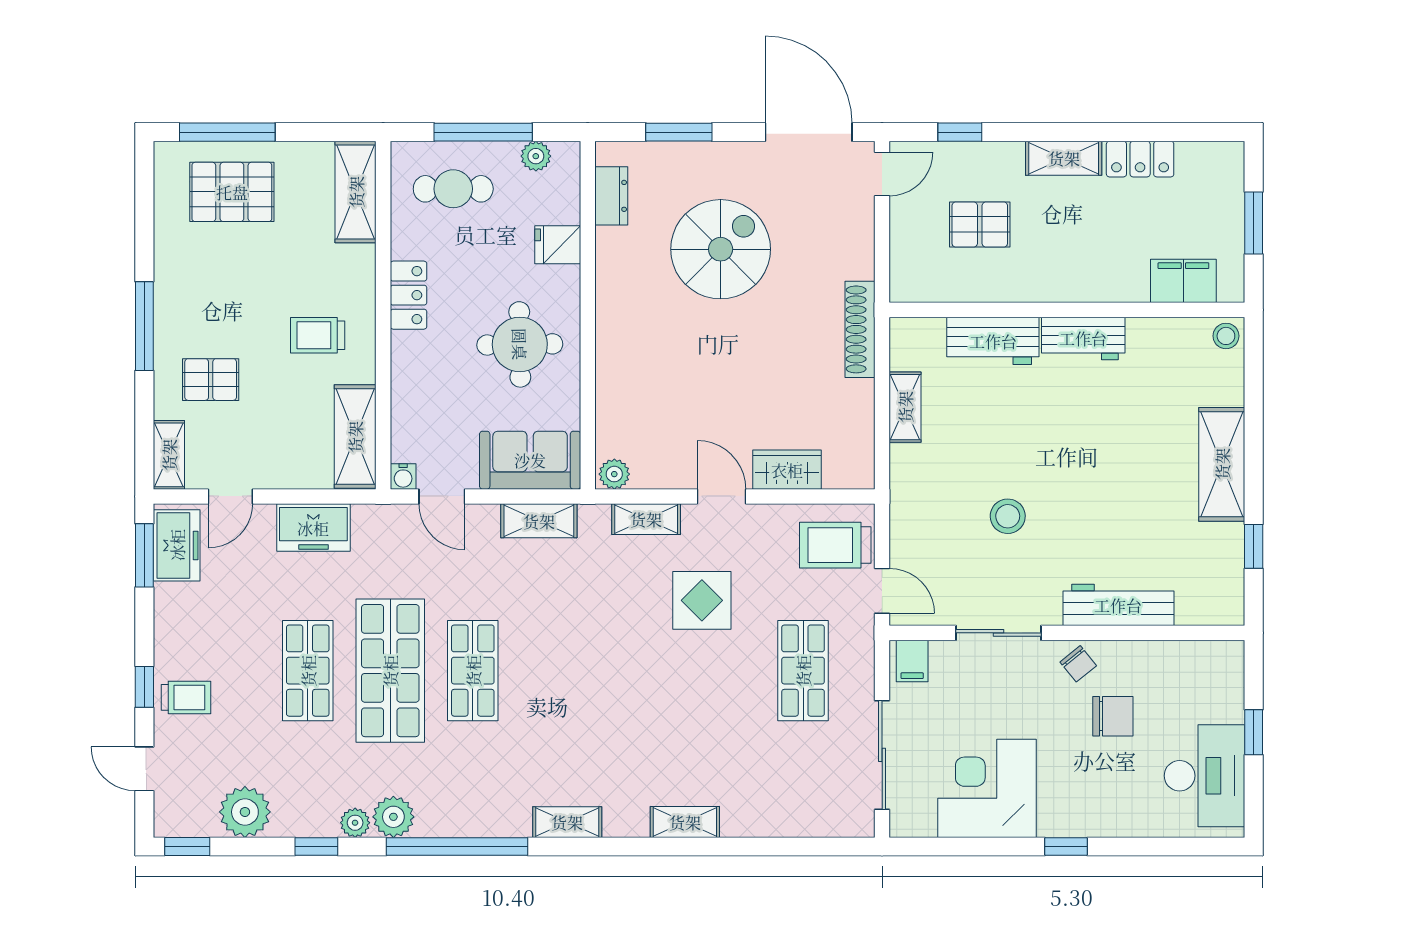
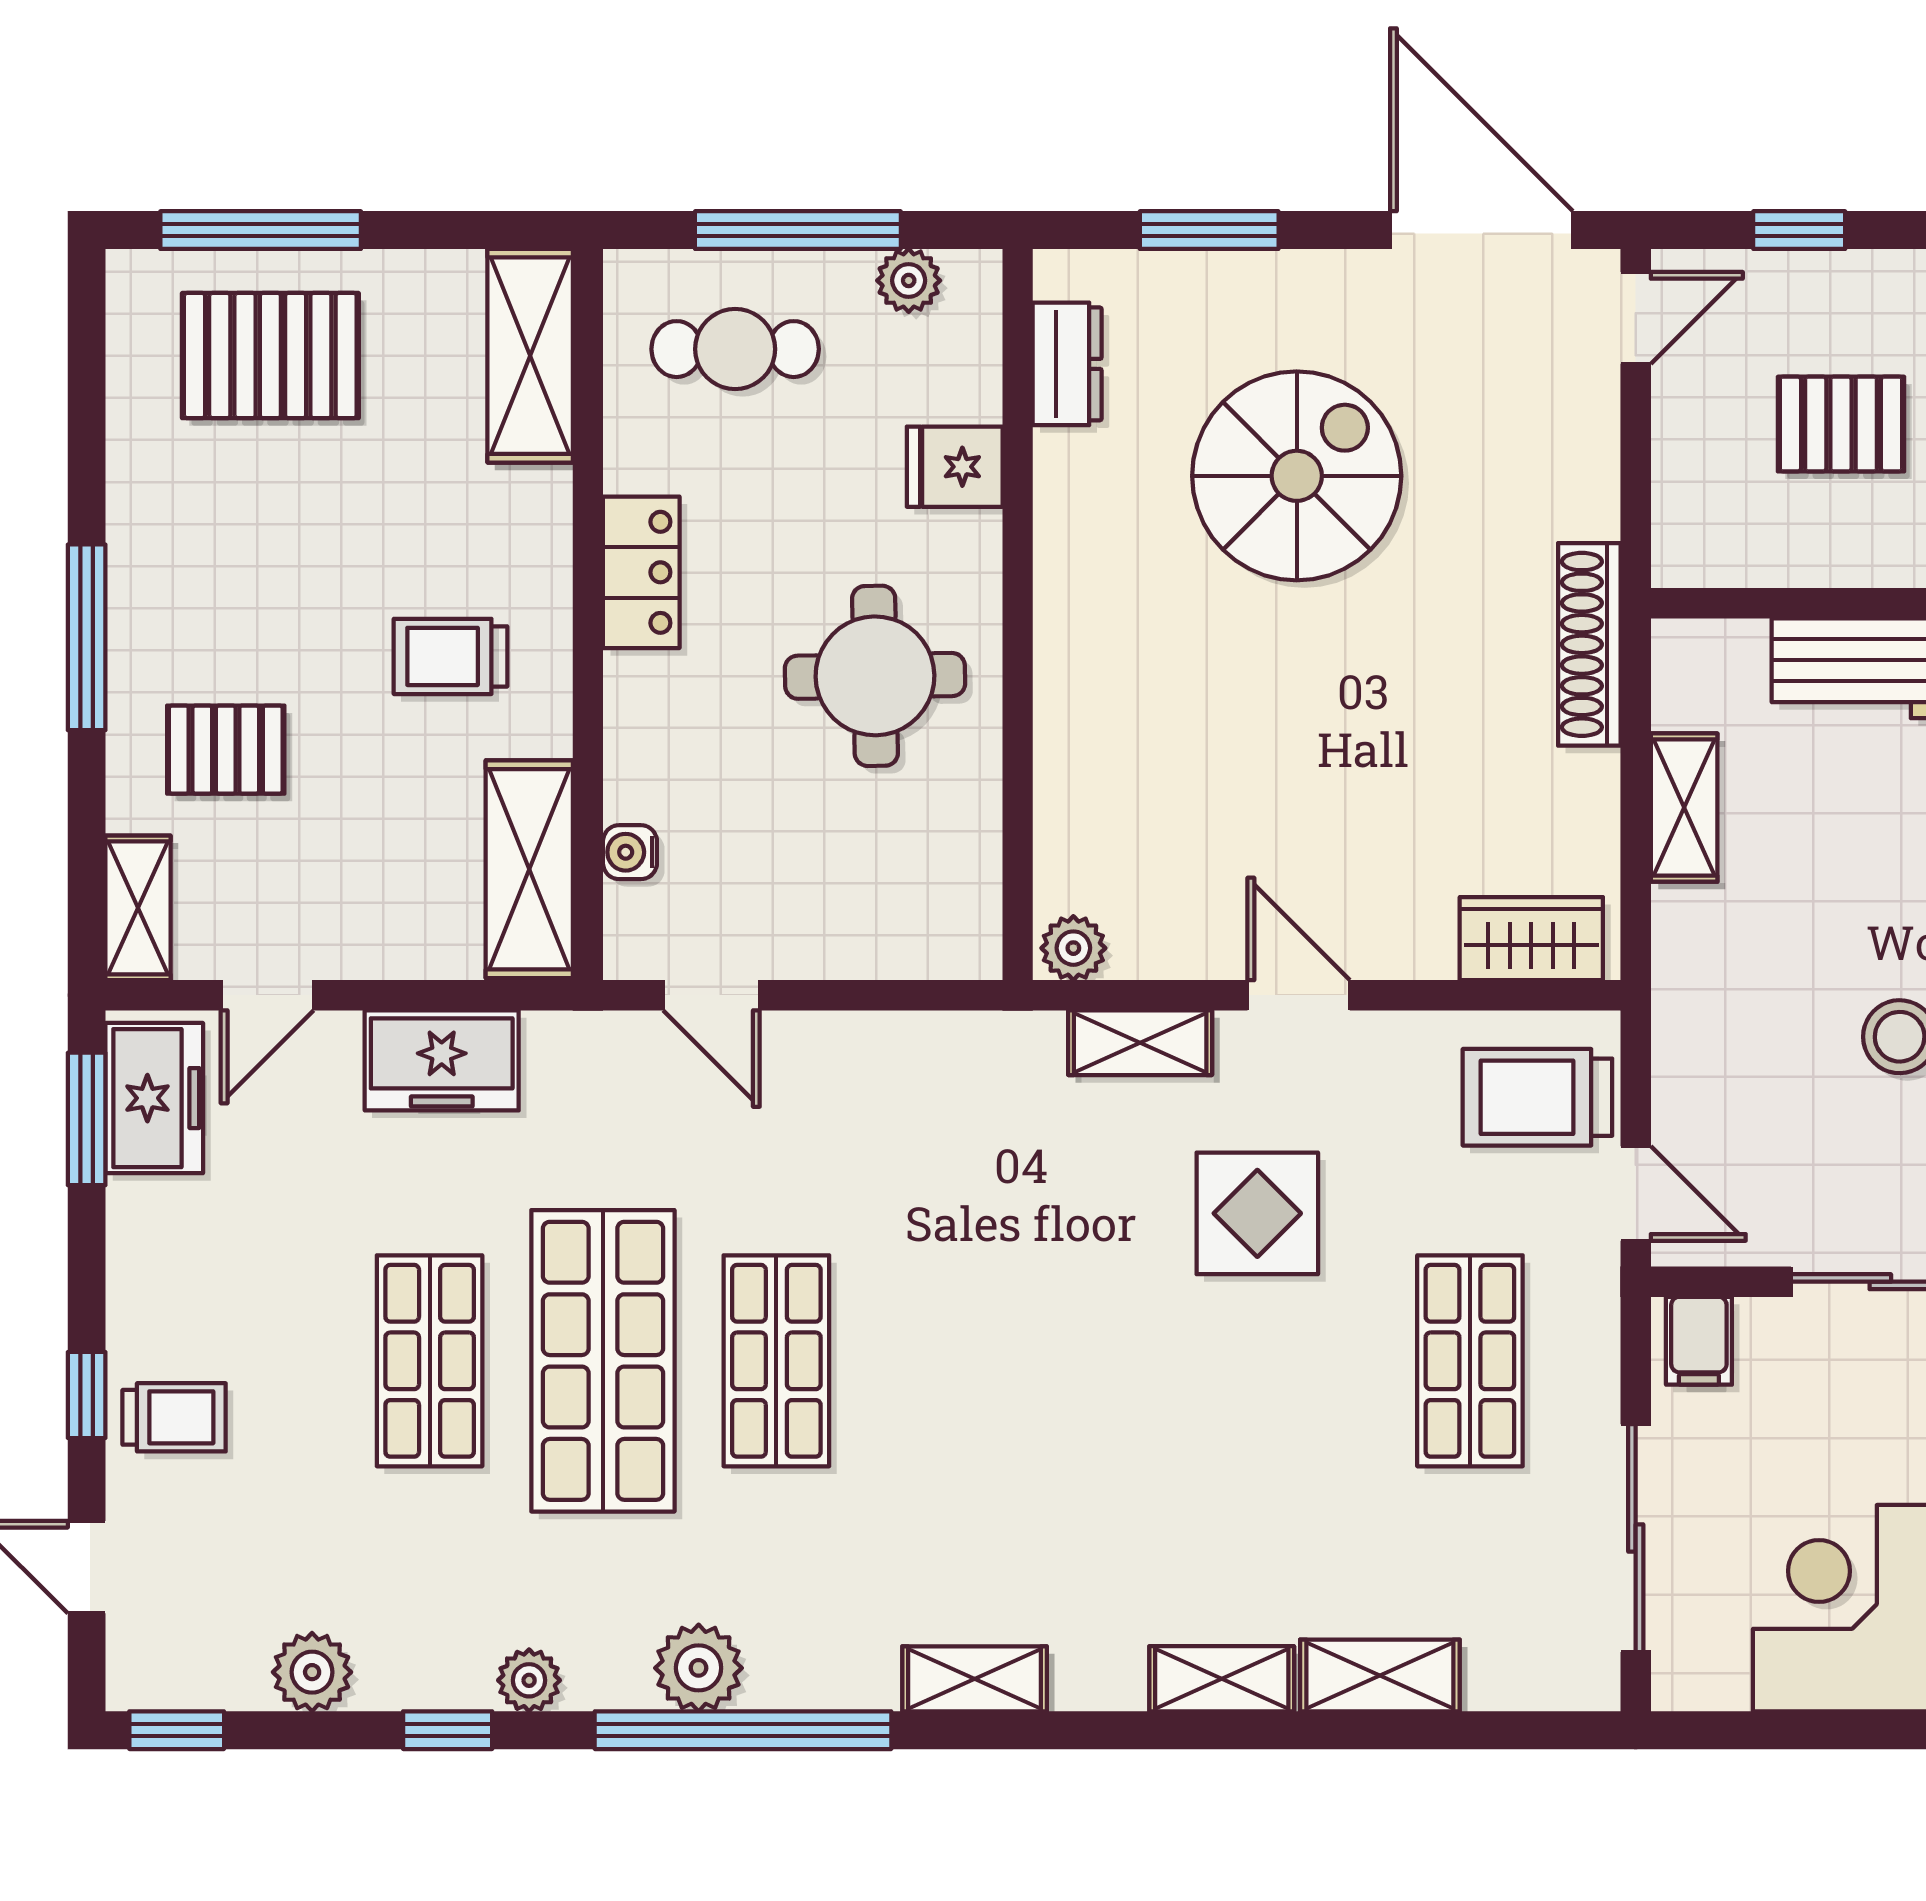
sofa: (530, 460) -> (897, 919), removed
wardrobe: (787, 470) -> (1531, 939), moved
water cooler: (403, 476) -> (630, 852), moved, turned 90
shelving: (539, 521) -> (1380, 1675), moved
plant: (245, 812) -> (312, 1672), width x0.73, depth x0.73
plant: (393, 817) -> (699, 1668), moved

